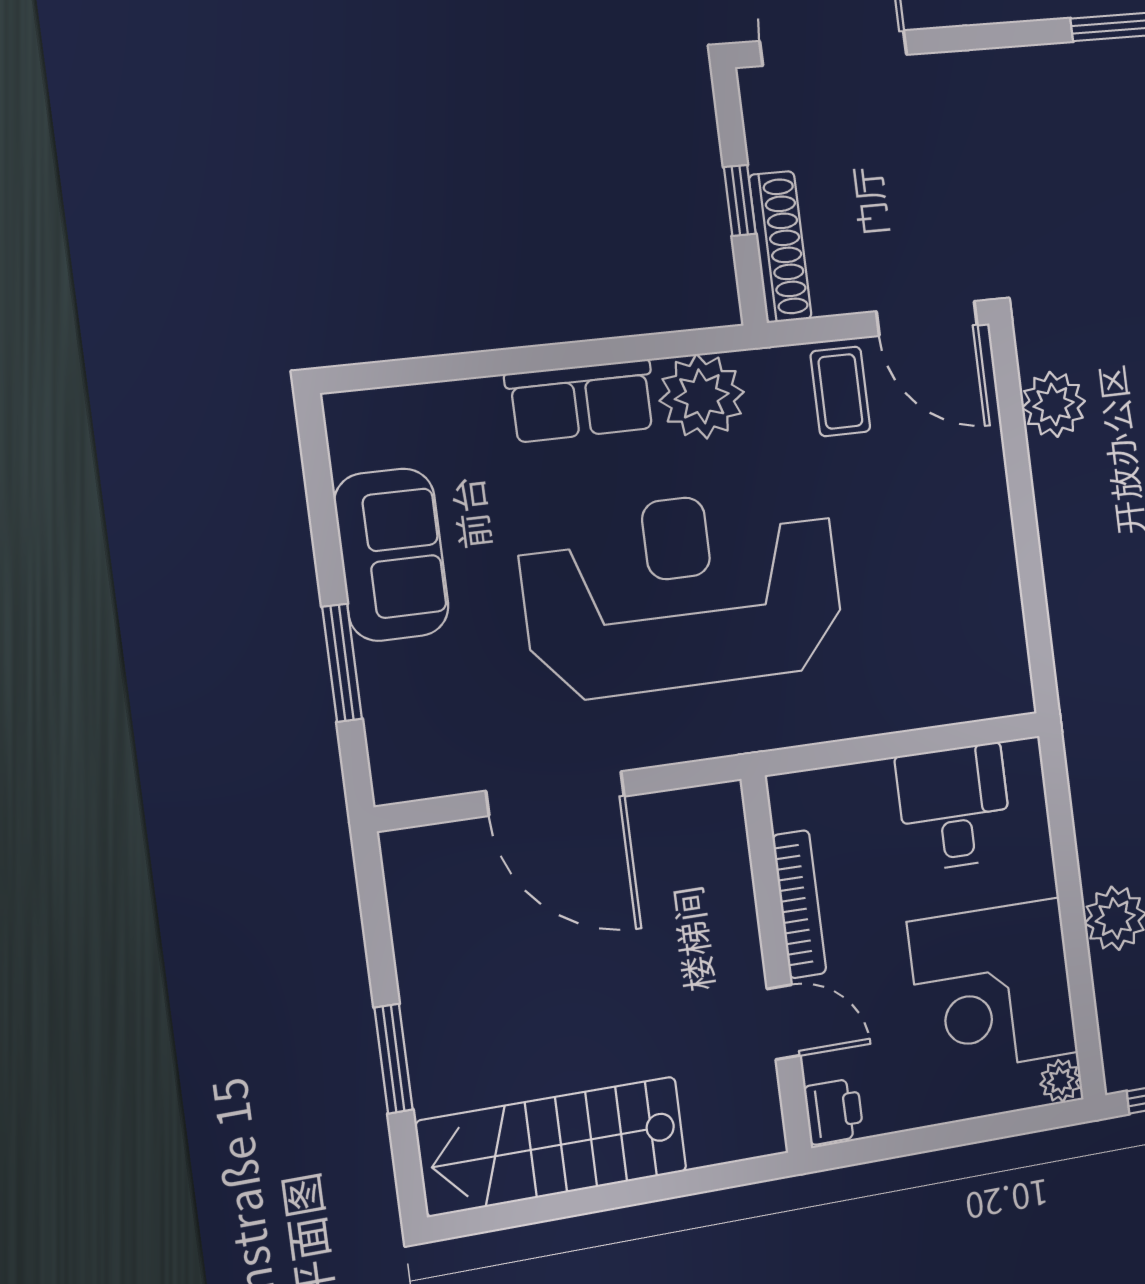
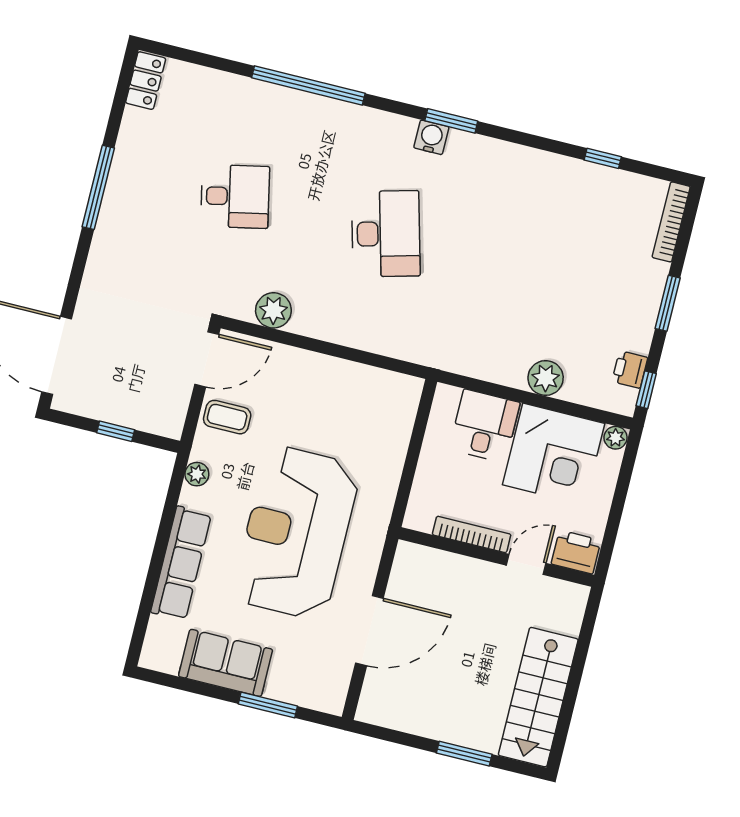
shoe rack: (780, 247) -> (145, 420), removed
plant: (702, 396) -> (197, 474), width x0.53, depth x0.53
row of seats: (581, 401) -> (181, 563), width x1.48
desk: (954, 807) -> (485, 426), moved, turned 90
printer: (834, 1111) -> (576, 552), width x1.36, depth x1.24

